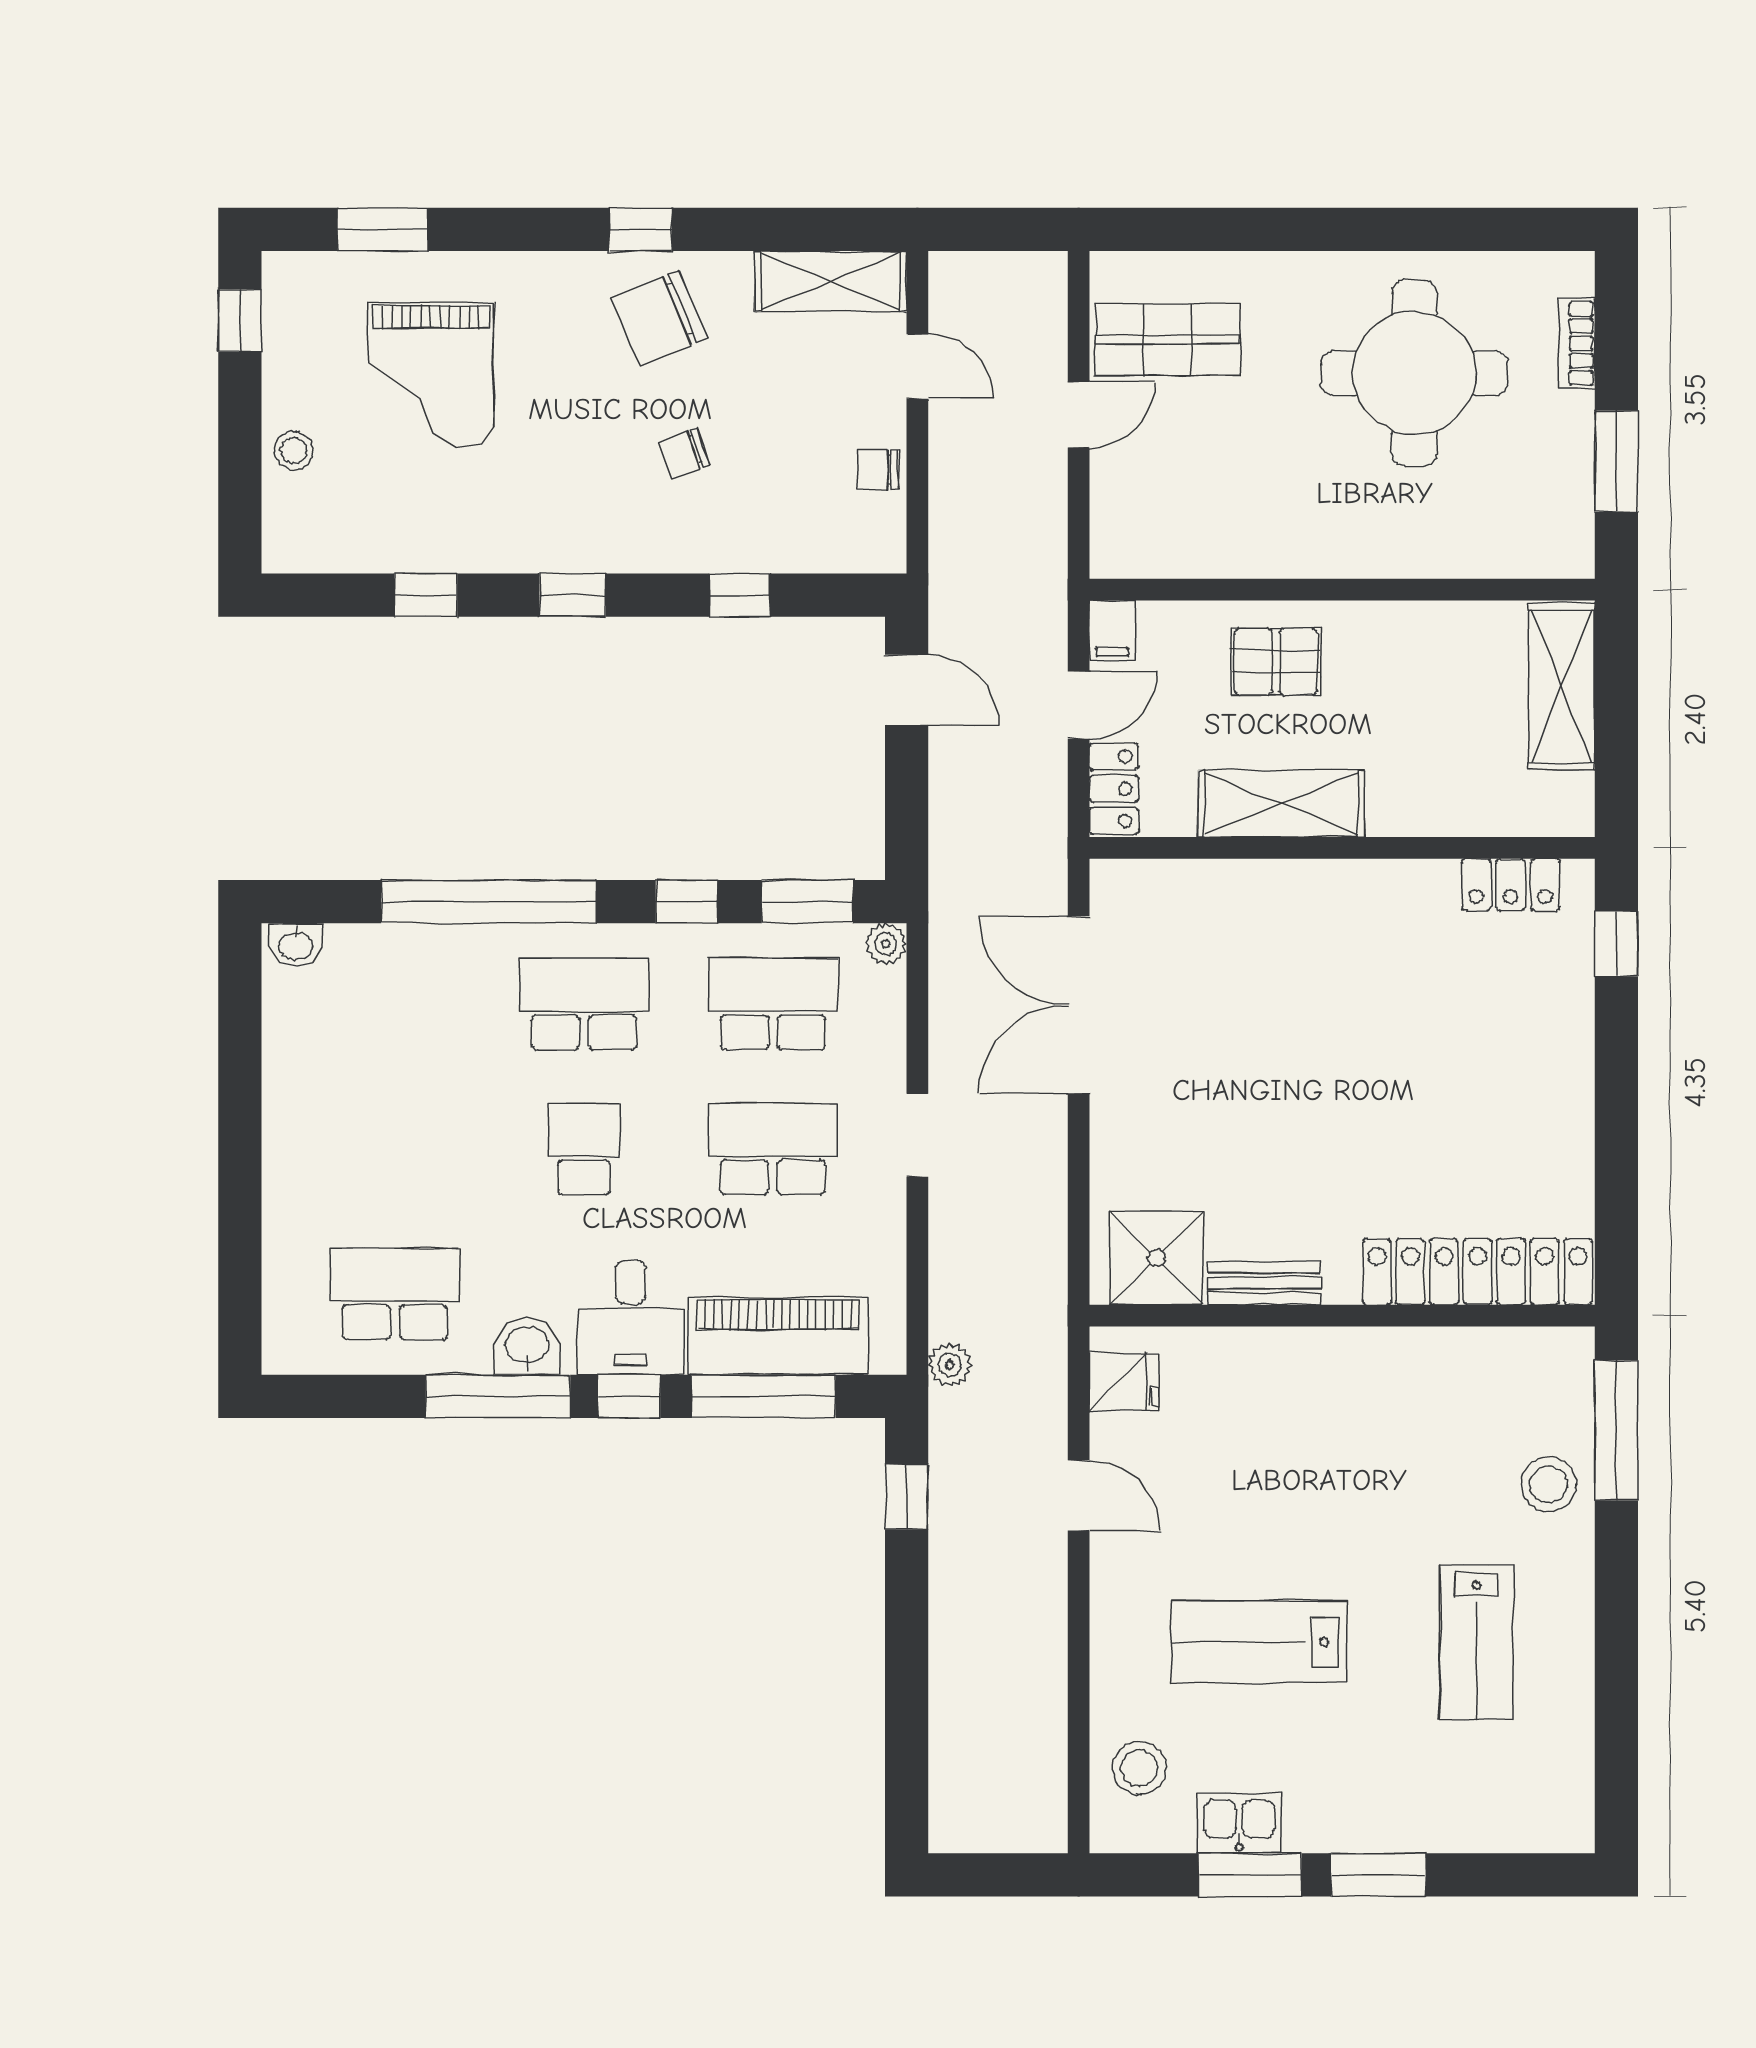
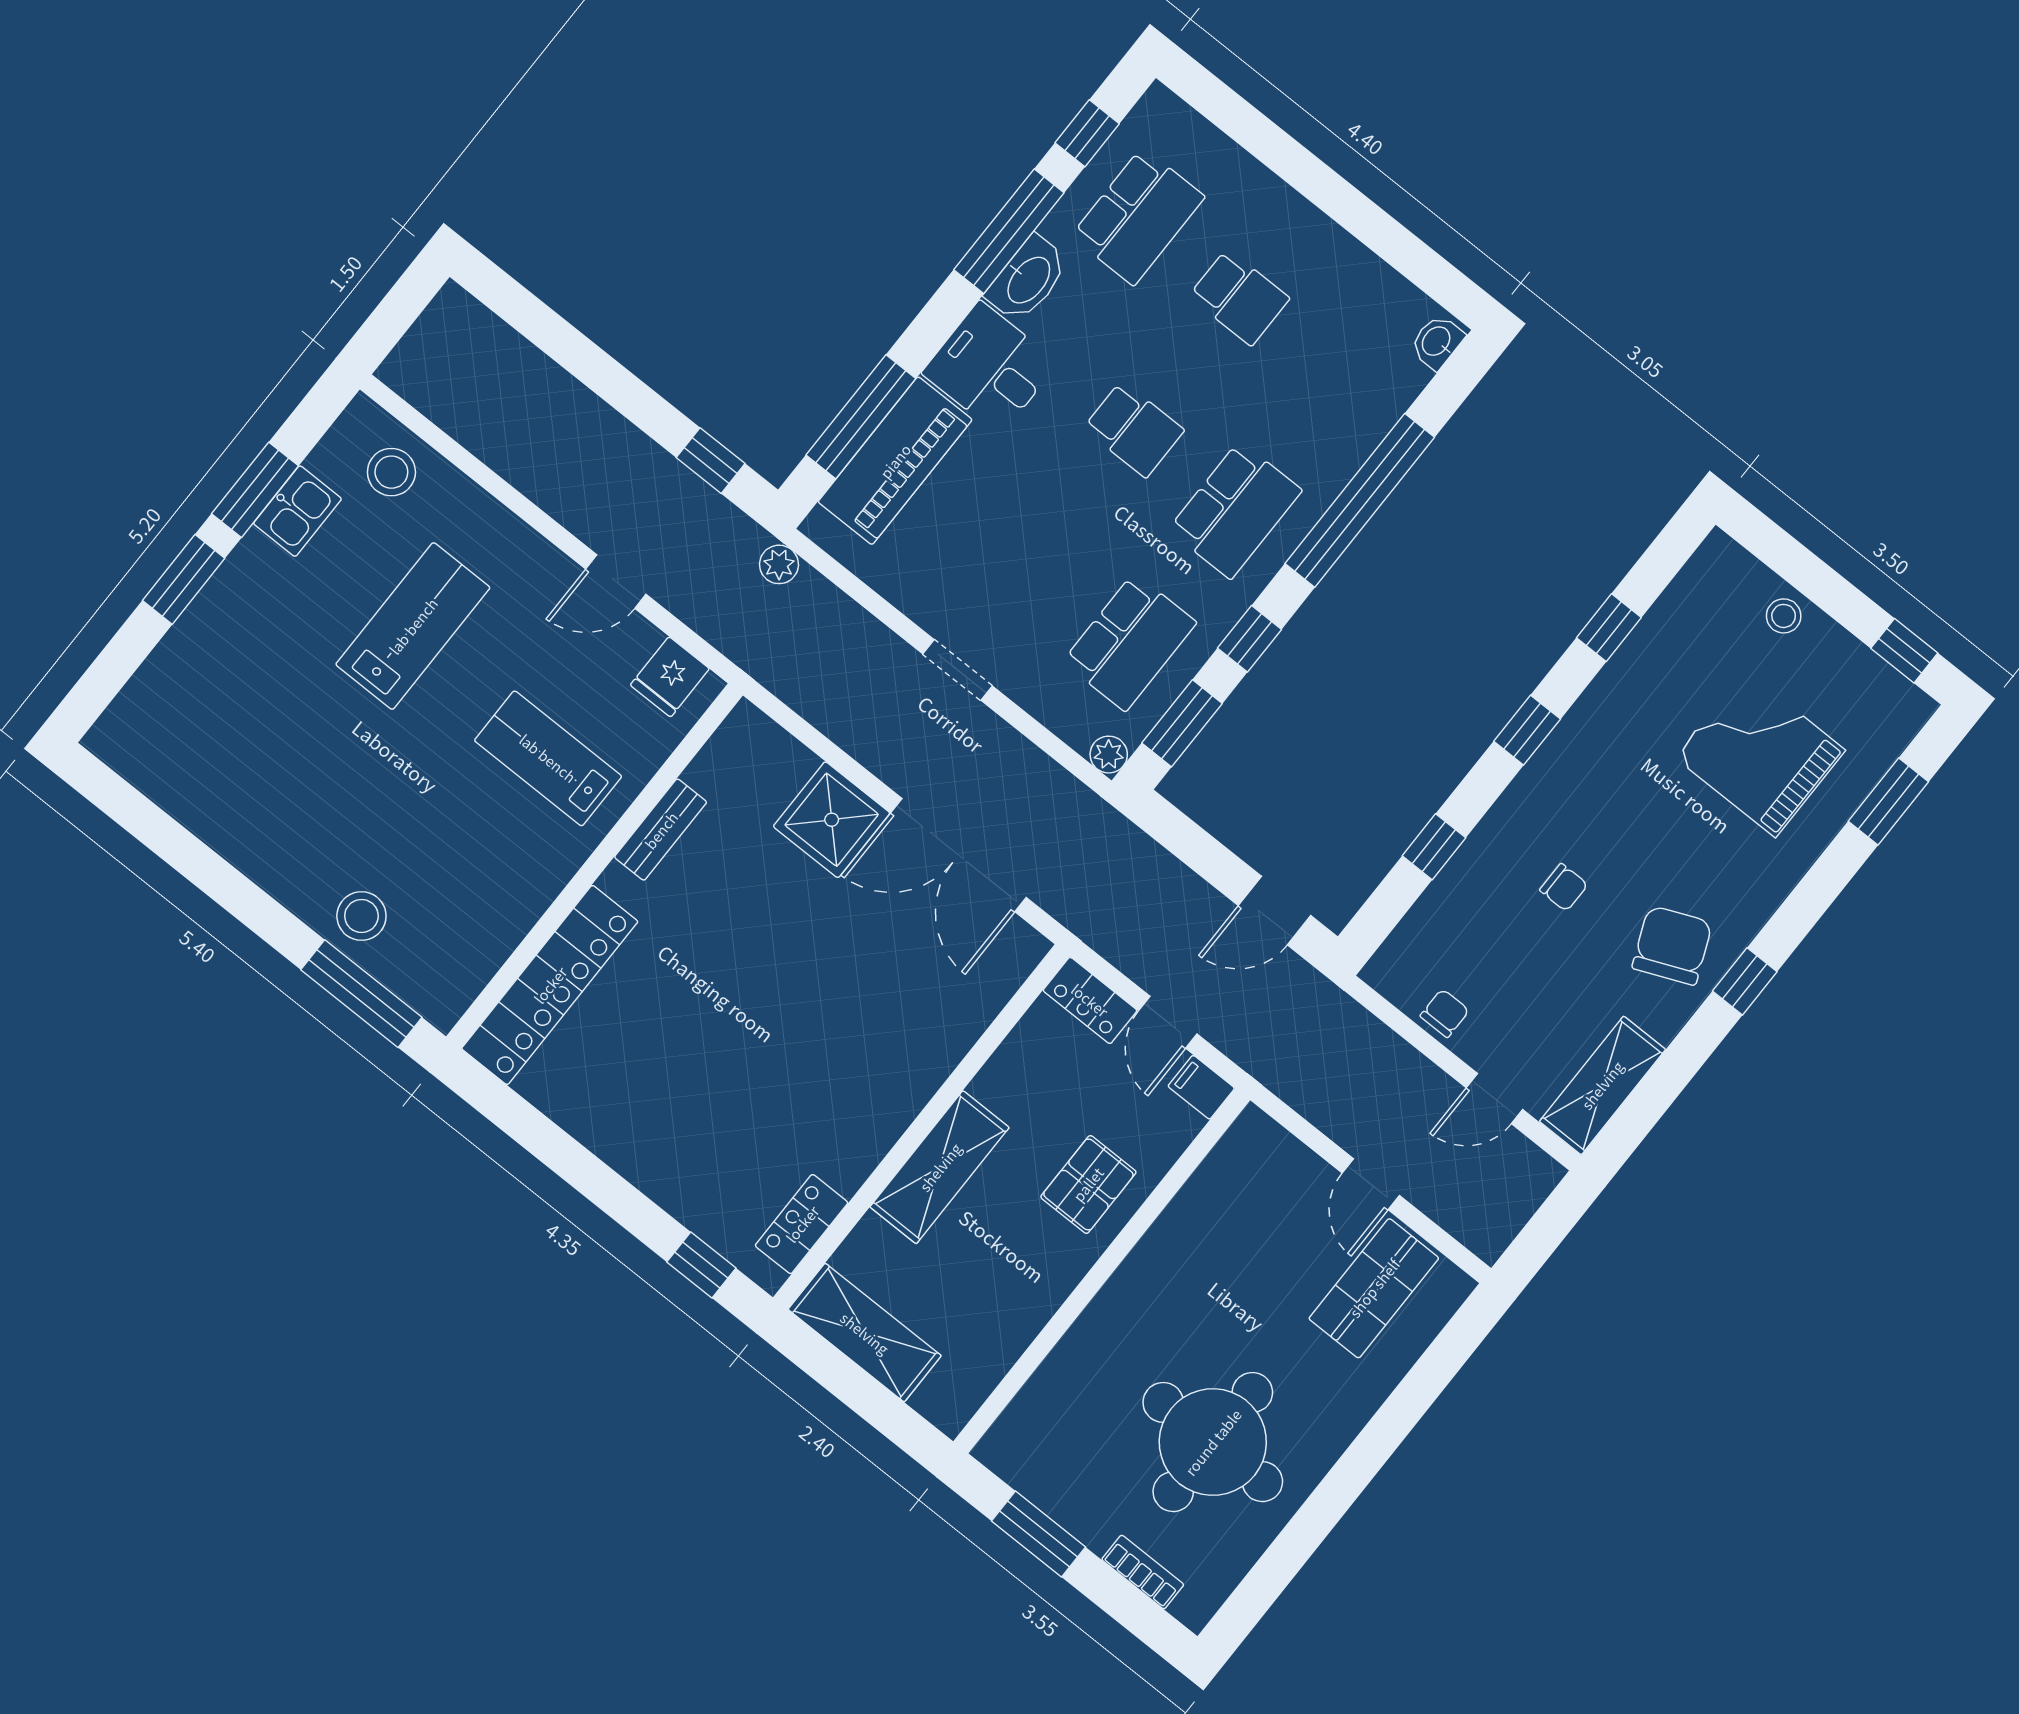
chair: (684, 453) -> (1564, 887), turned 110
shelving: (1562, 686) -> (865, 1333), moved
shelving: (1281, 804) -> (940, 1167), moved
double door: (1079, 1005) -> (959, 855), swing flipped
school desk: (773, 1149) -> (1239, 297), moved, width x0.54
shower: (1157, 1258) -> (832, 820), moved
washbasin: (527, 1346) -> (1028, 279), width x1.38
window: (629, 1396) -> (1087, 133), moved
lab bench: (1477, 1643) -> (548, 758), moved

